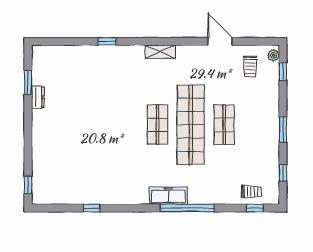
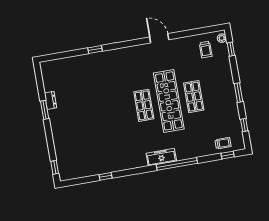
door: (220, 41) -> (159, 38), moved
shelving: (160, 52) -> (136, 50), removed
window: (28, 82) -> (45, 110), moved

